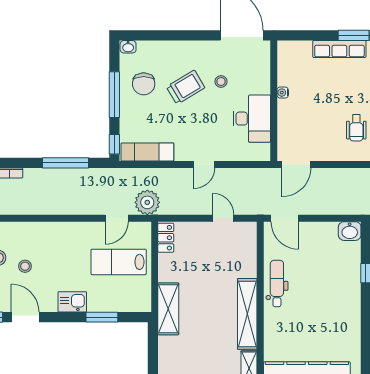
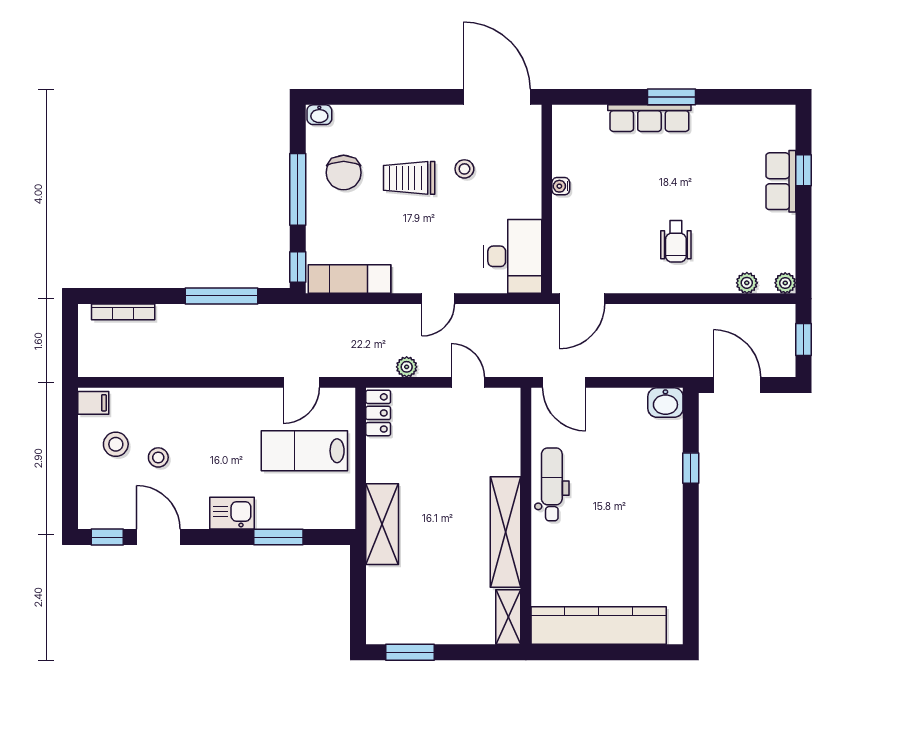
trolley: (186, 87) -> (409, 178), turned -149
desk: (252, 119) -> (512, 256), moved
plant: (147, 202) -> (407, 367), moved, width x0.53, depth x0.53

